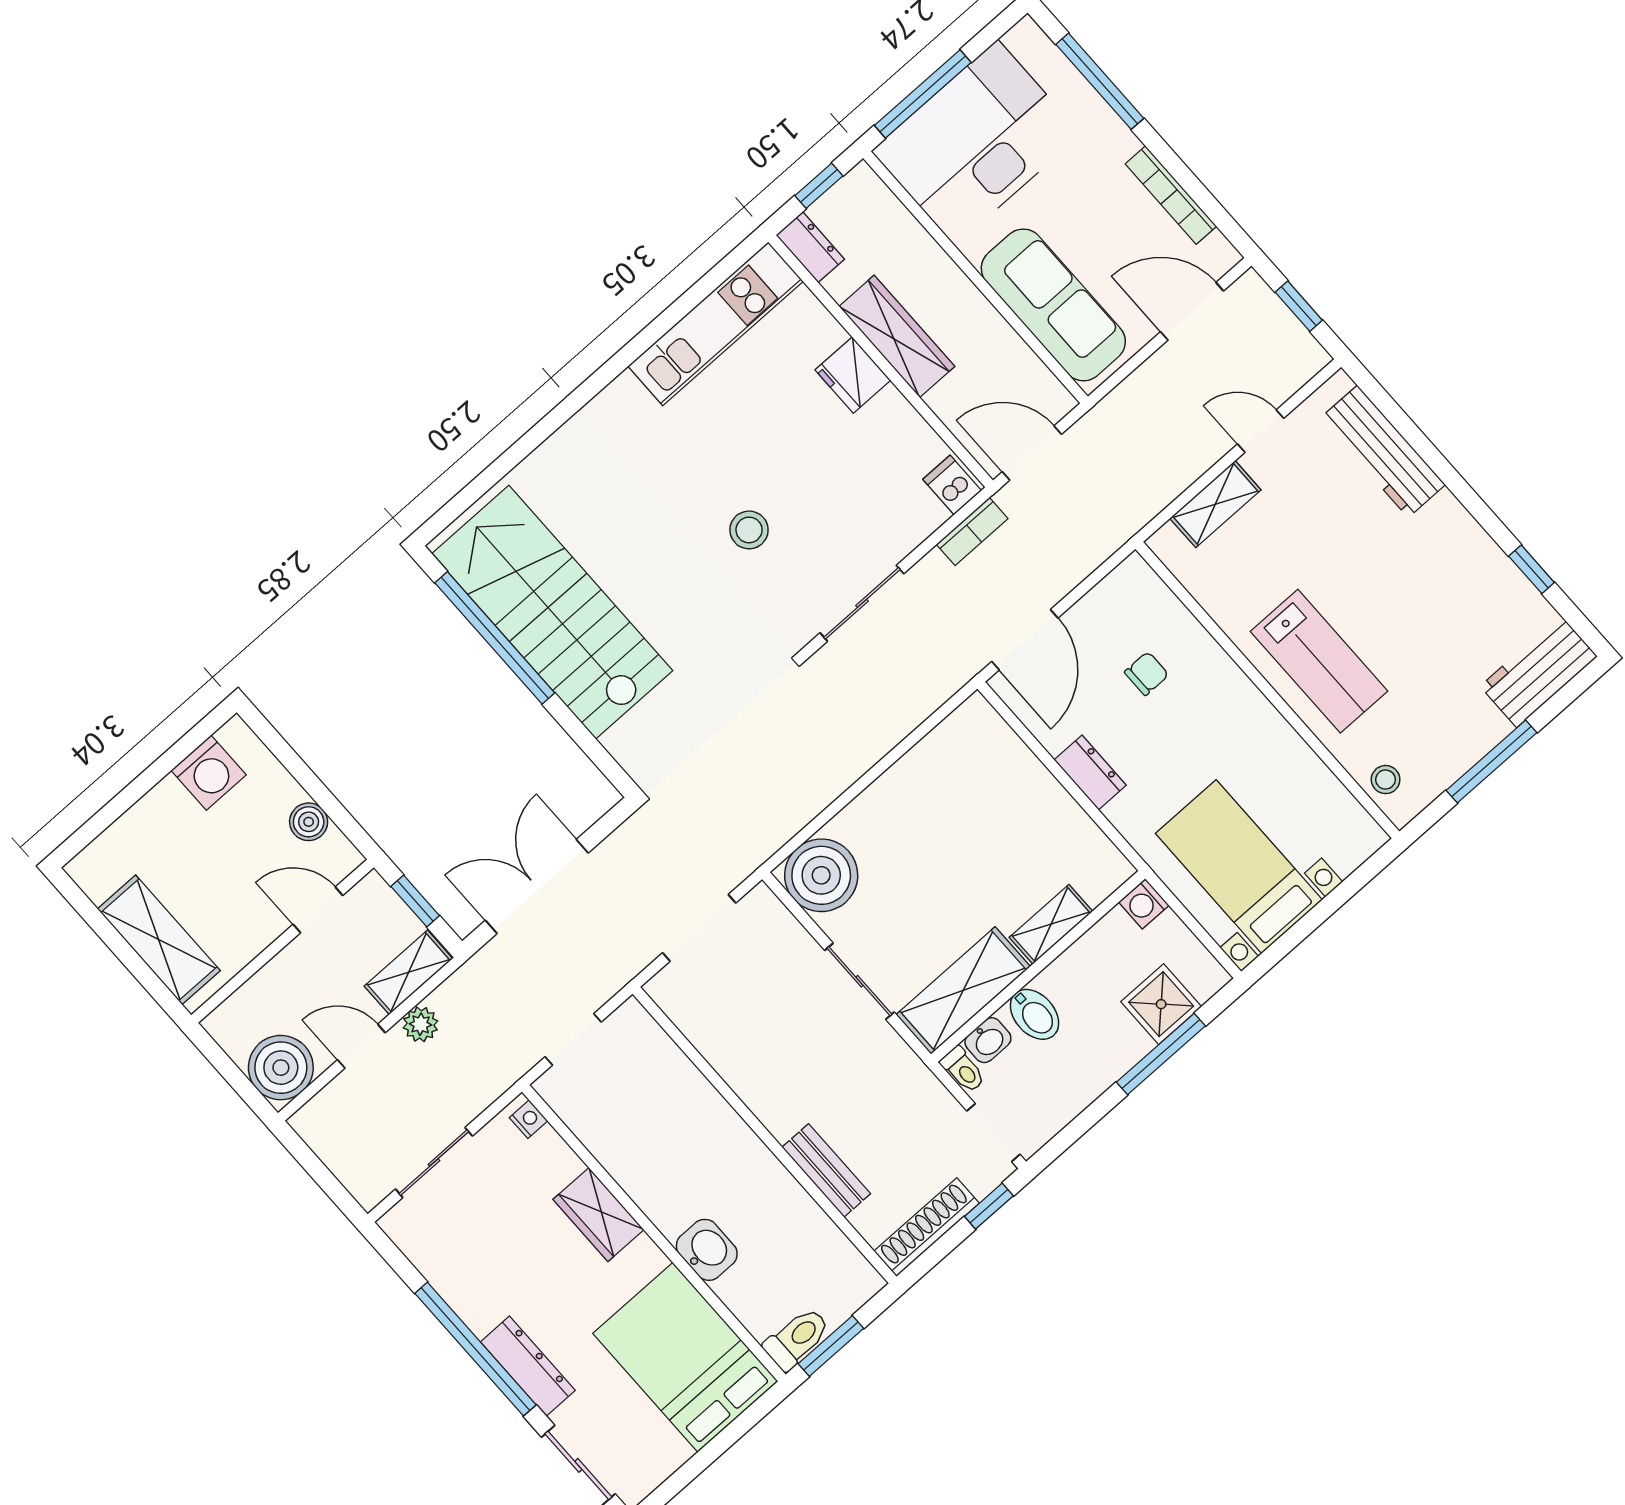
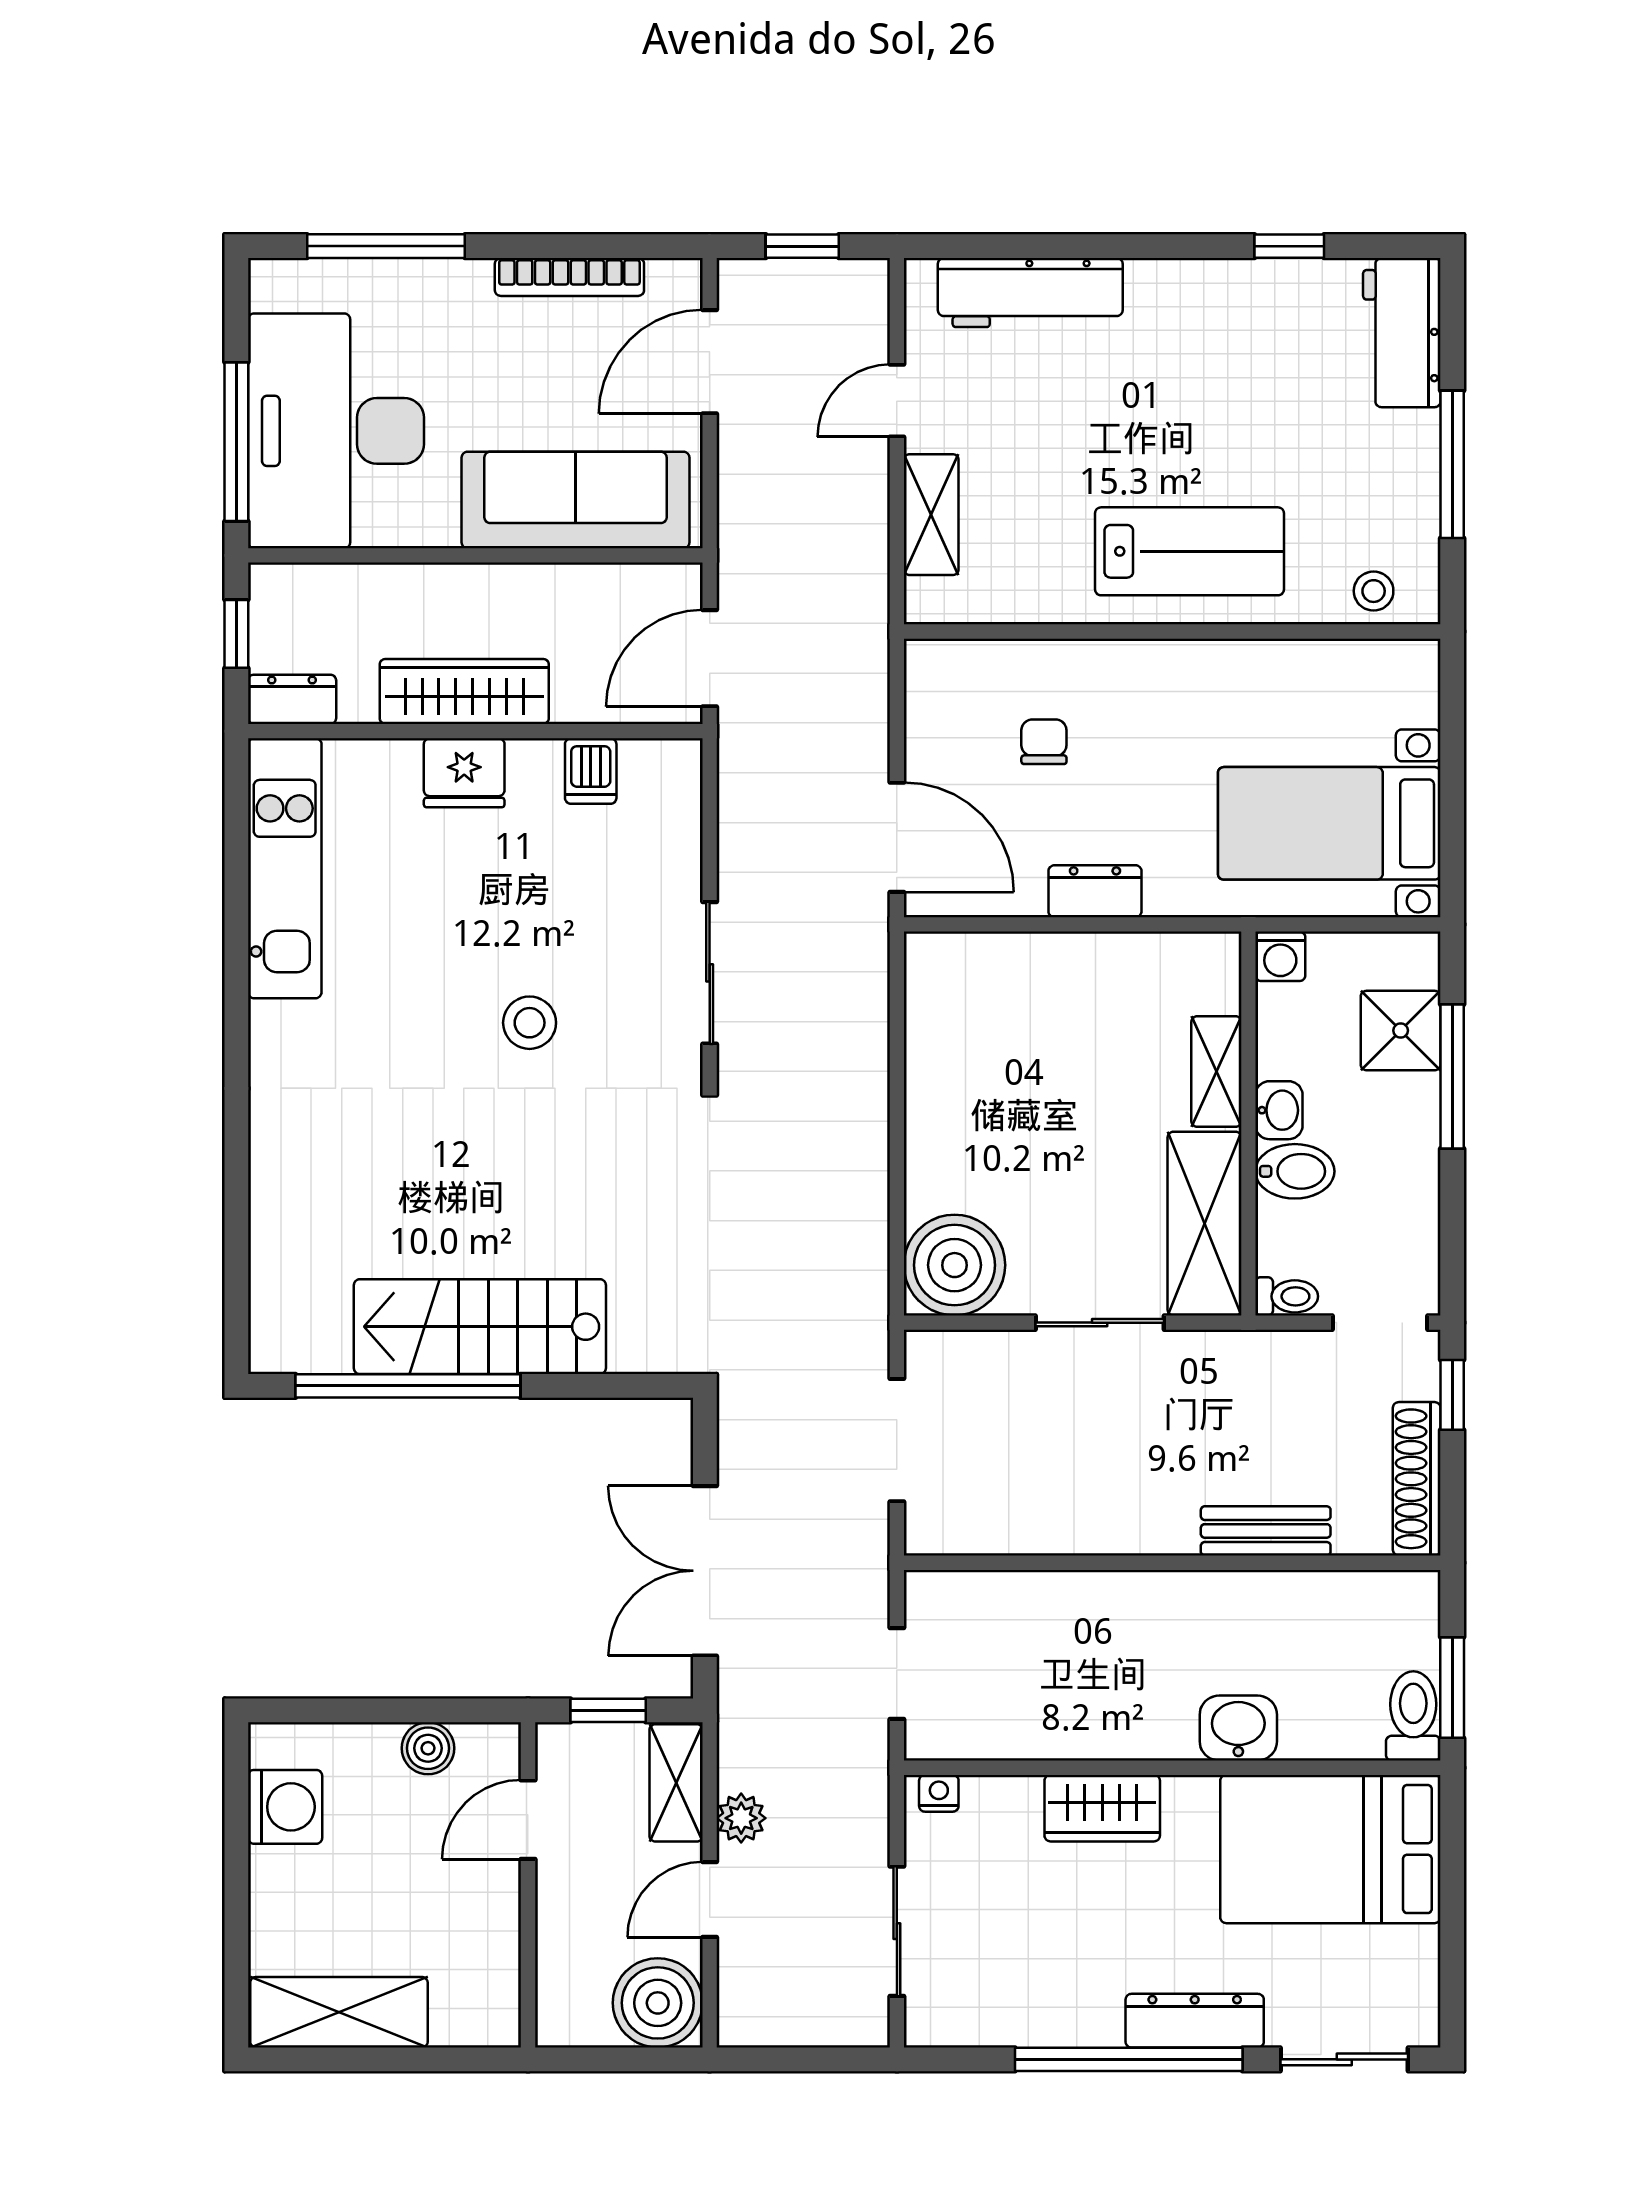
dishwasher: (952, 485) -> (591, 771), moved, turned -90
bookcase: (972, 532) -> (736, 792), removed
stairs: (552, 612) -> (480, 1327), width x0.73, depth x0.66
shelving: (159, 940) -> (339, 2012), moved
washbasin: (988, 1040) -> (1279, 1110), moved

